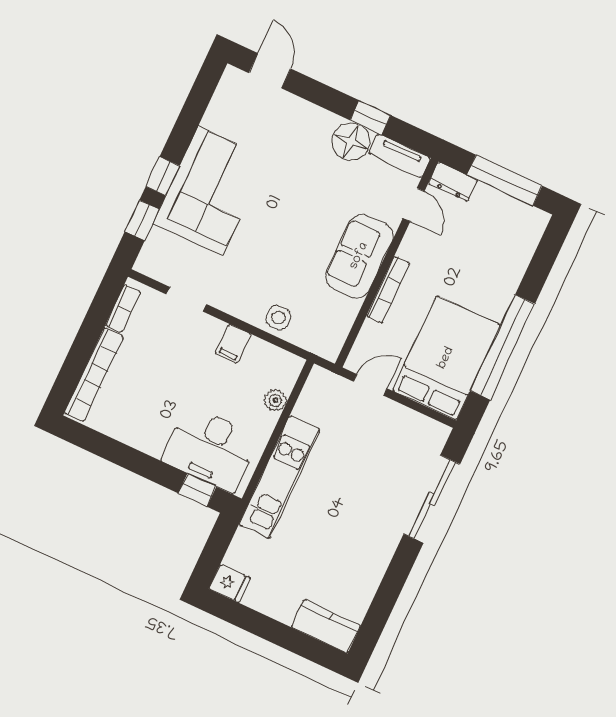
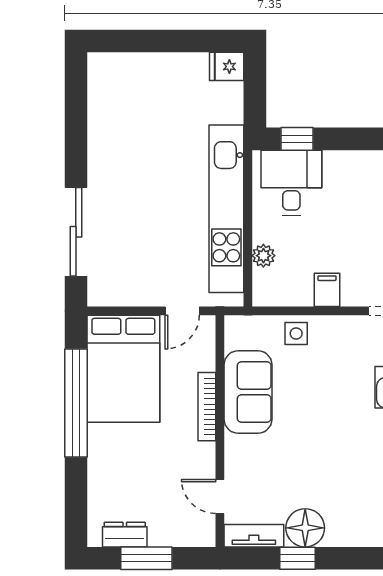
window: (504, 180) -> (146, 558), width x0.69
dresser: (453, 182) -> (125, 535), moved
sofa: (359, 256) -> (248, 392), moved
desk: (210, 449) -> (291, 183), width x0.73
kitchen unit: (280, 477) -> (226, 209), width x1.36
kitchen counter: (326, 626) -> (119, 68), removed

